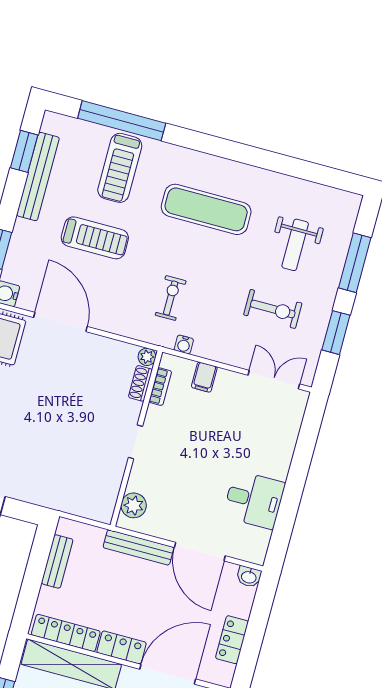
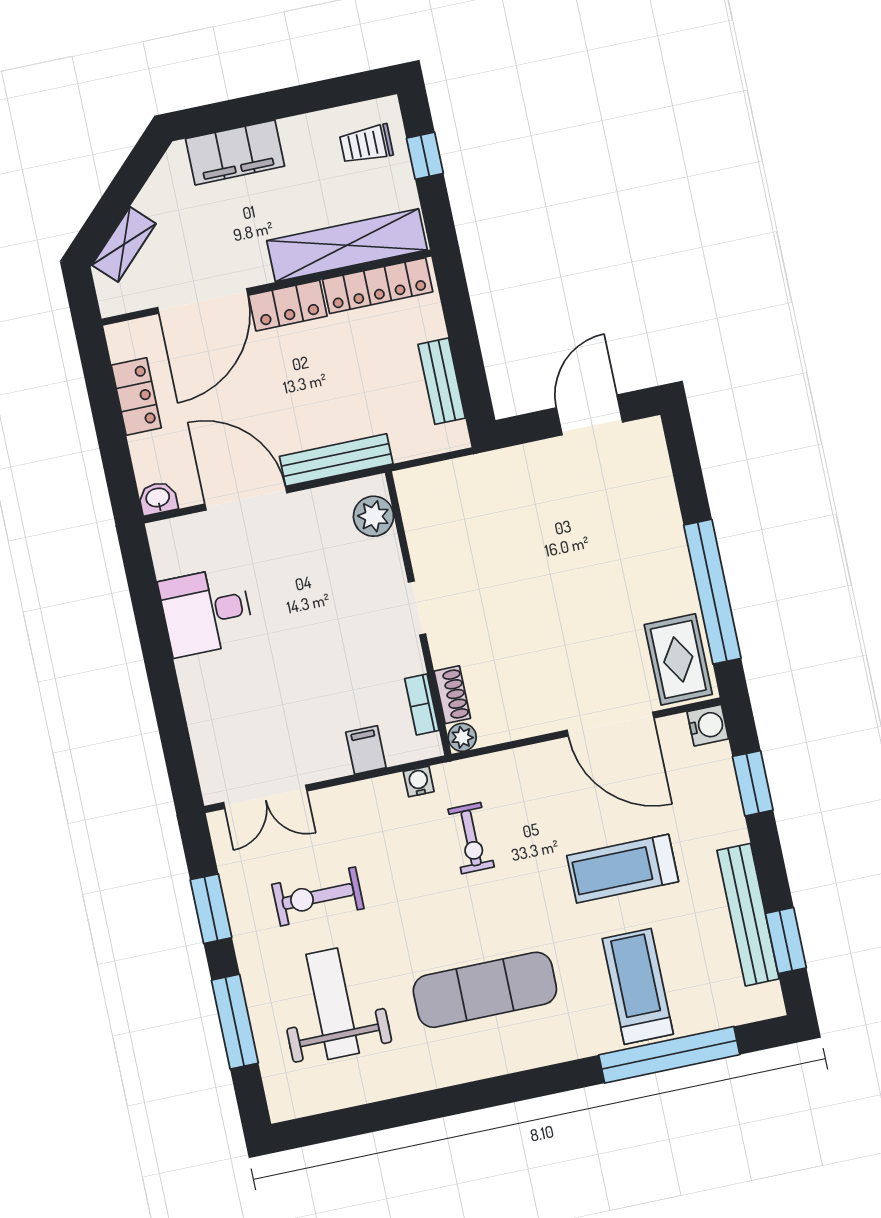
weight bench: (295, 245) -> (333, 1004), width x1.36, depth x1.33

